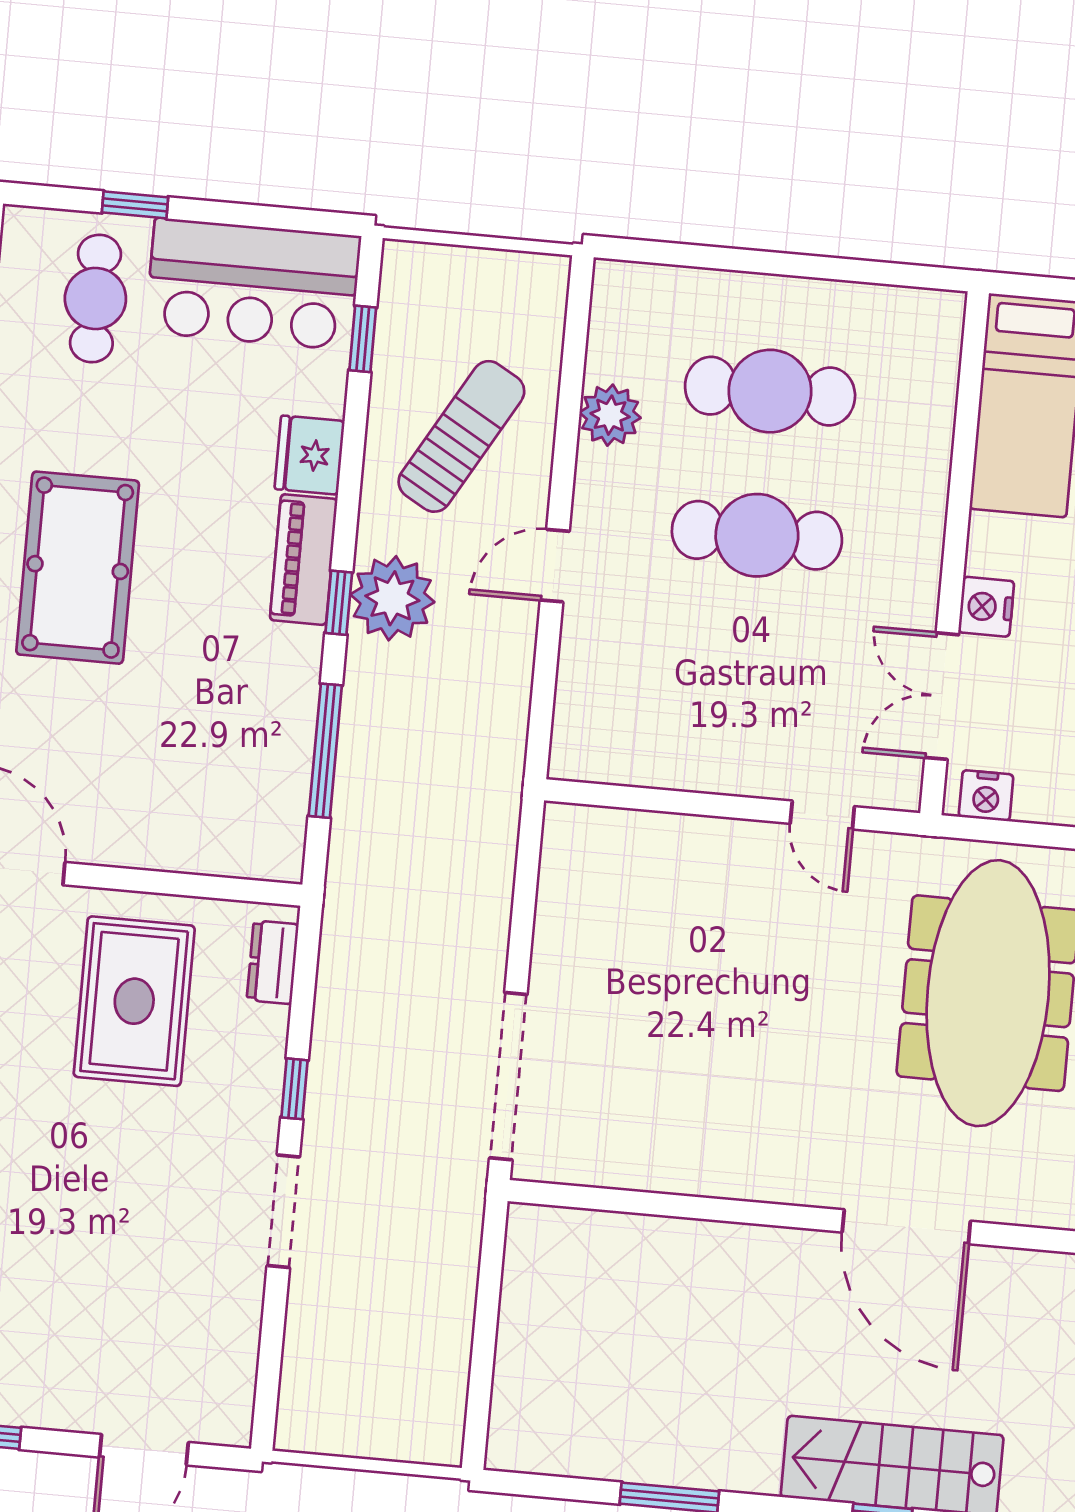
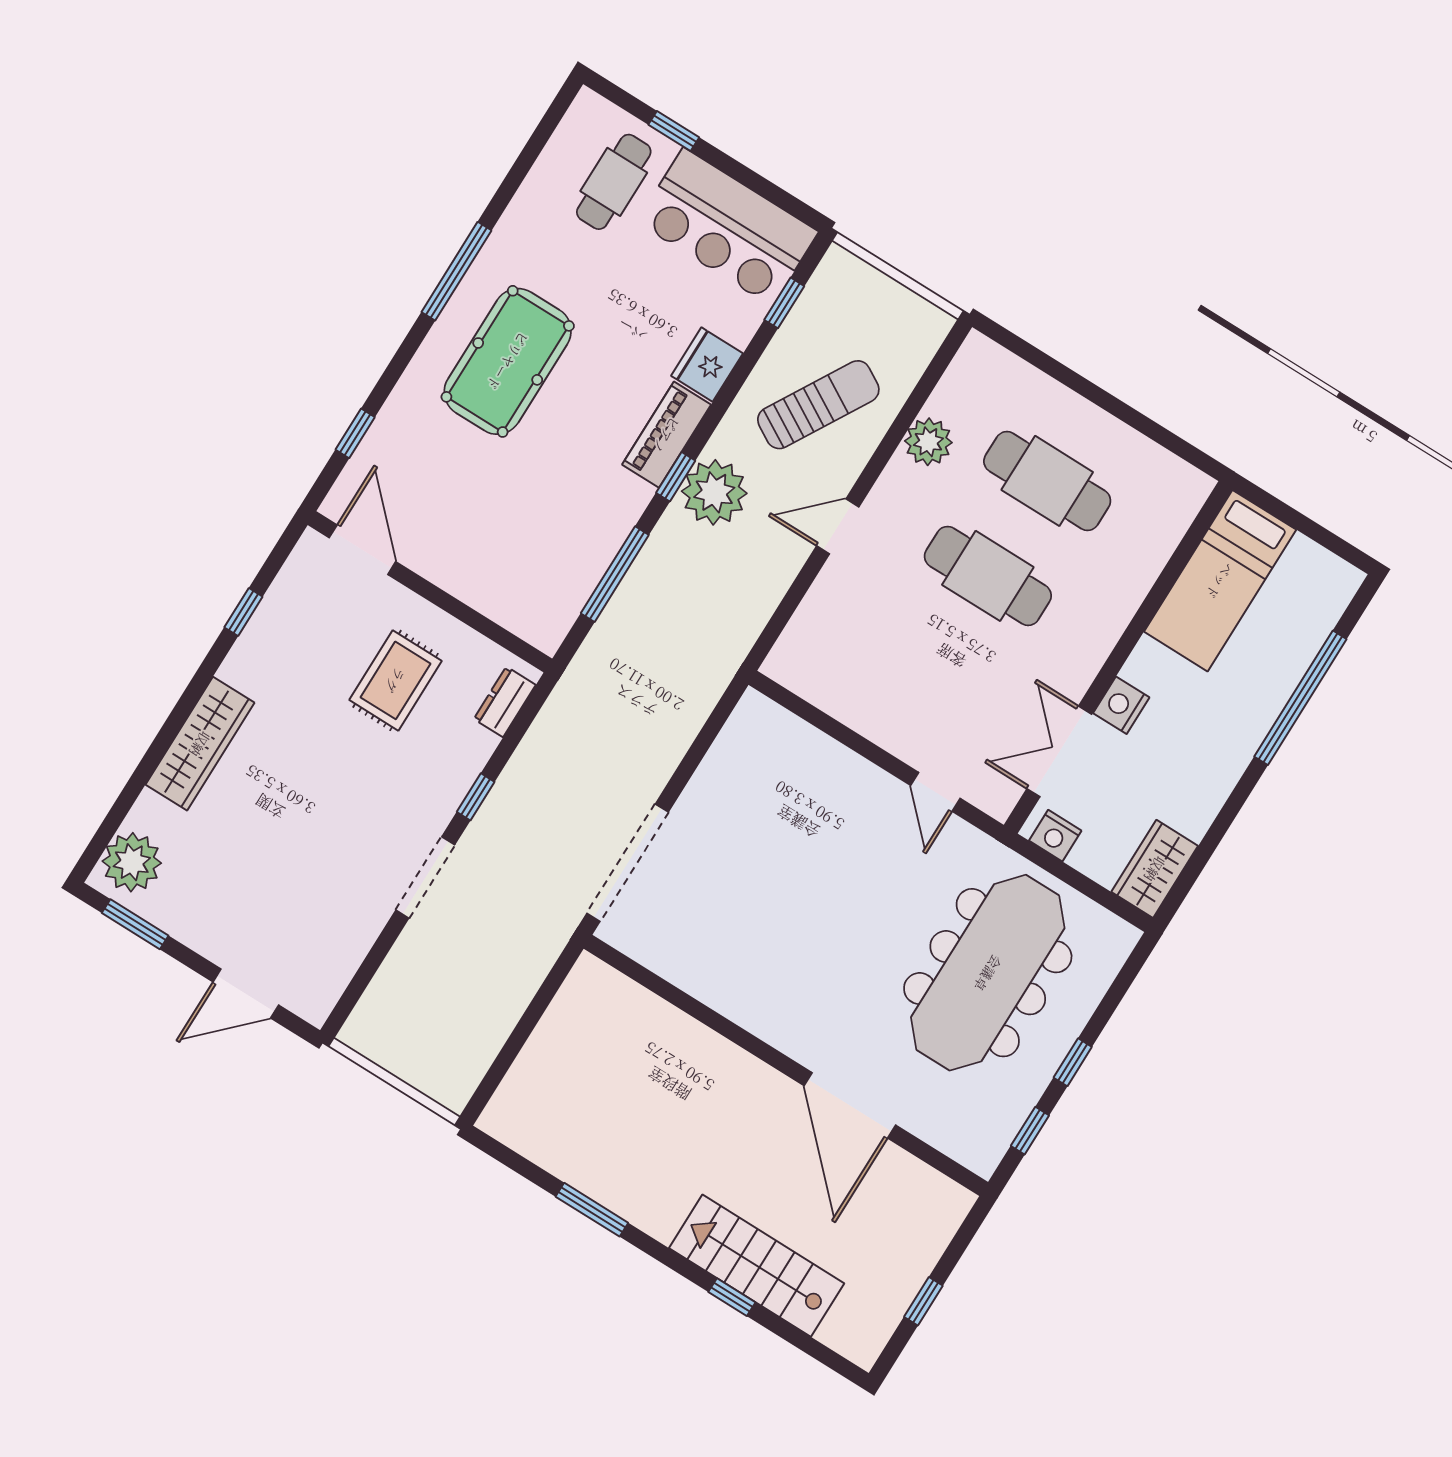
rug: (134, 1001) -> (395, 680), width x0.73, depth x0.70

